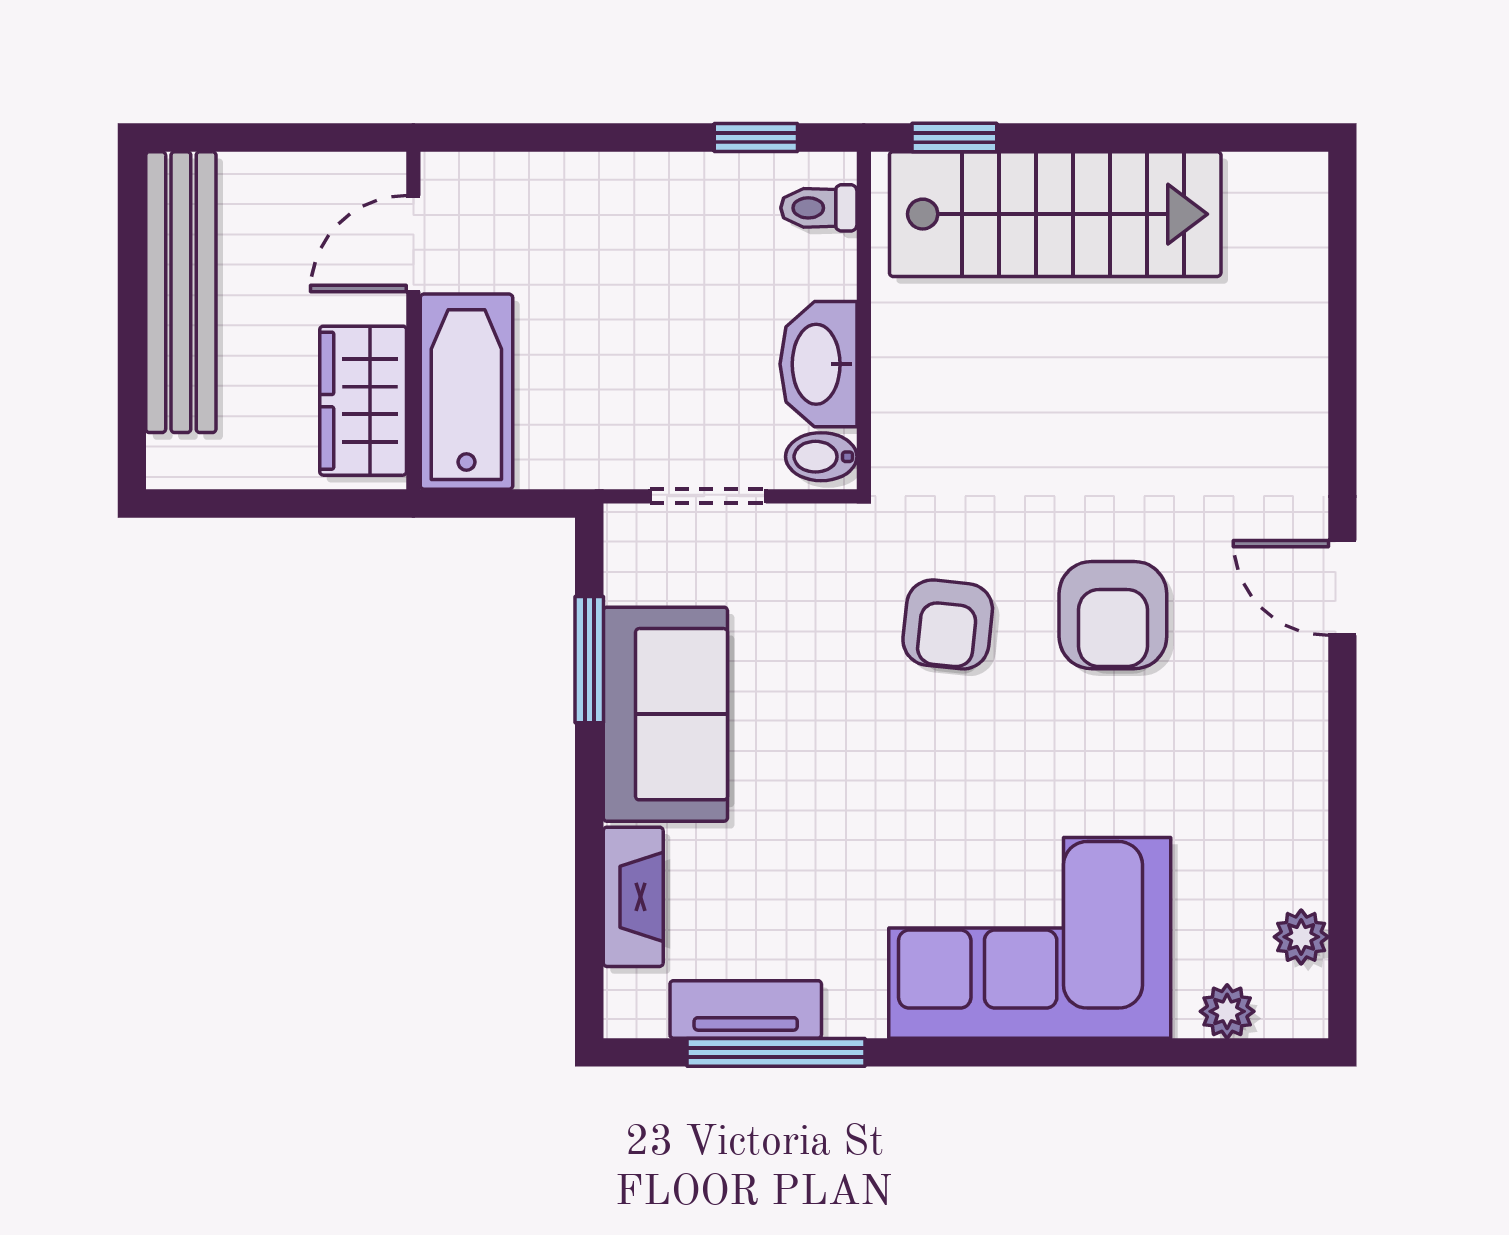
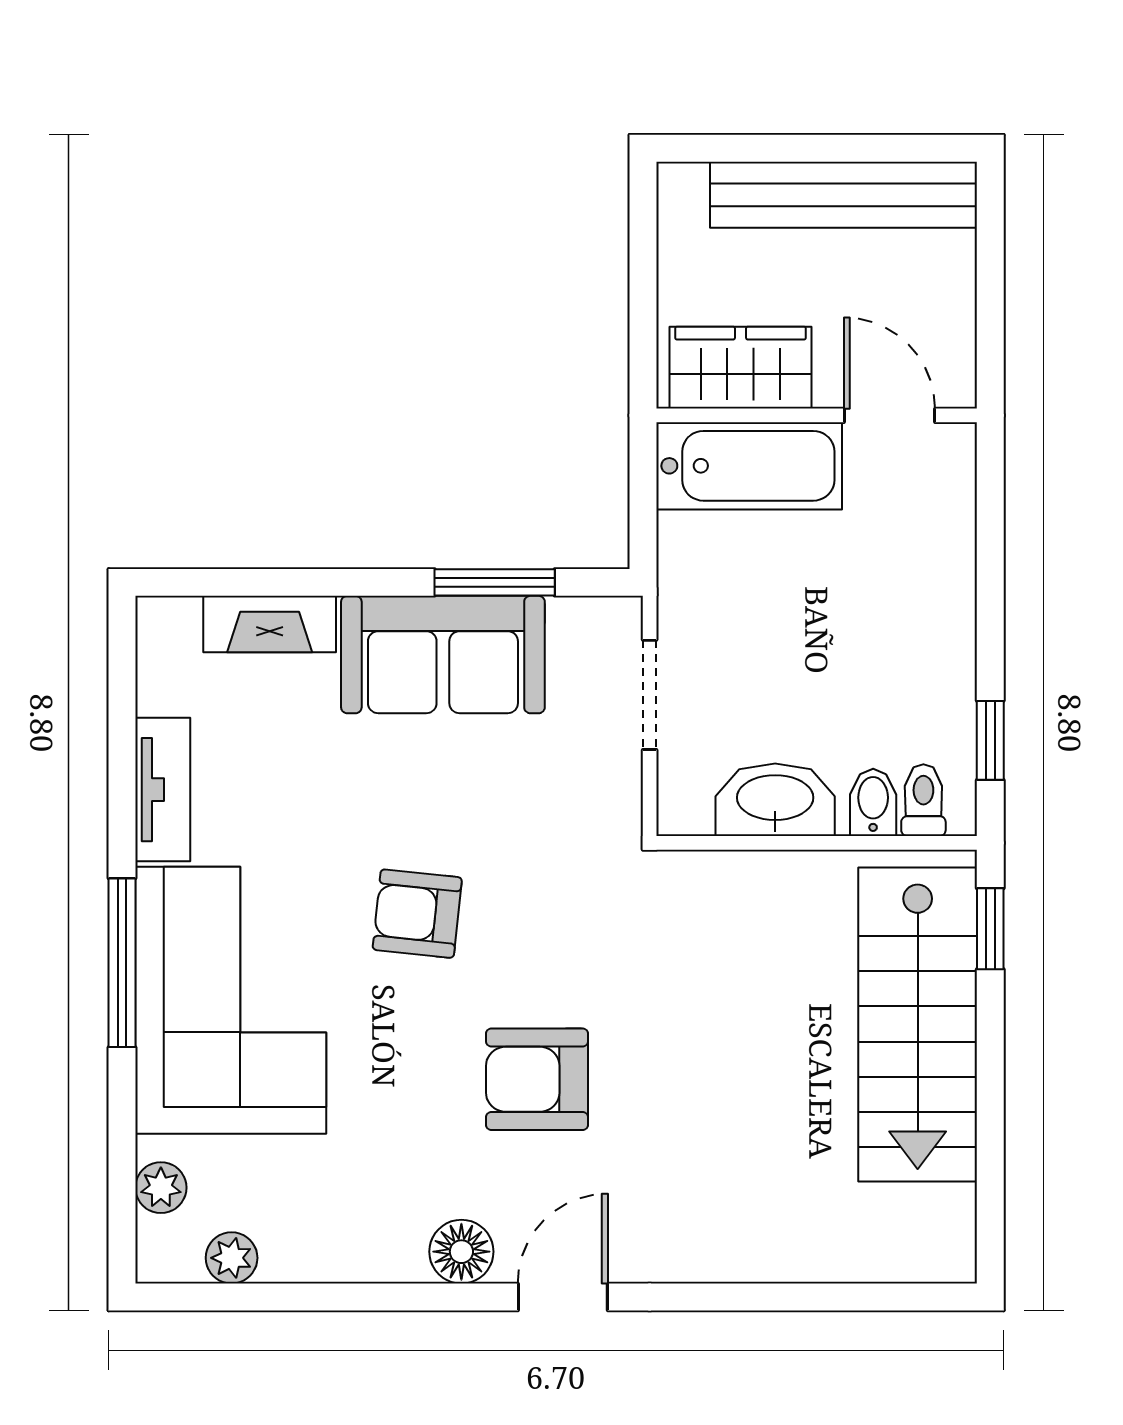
bidet: (821, 457) -> (873, 802), moved
armchair: (948, 624) -> (417, 914), moved
floor lamp: (1295, 695) -> (461, 1252), added
tv unit: (746, 1009) -> (163, 790), moved
window: (776, 1052) -> (122, 963), moved

